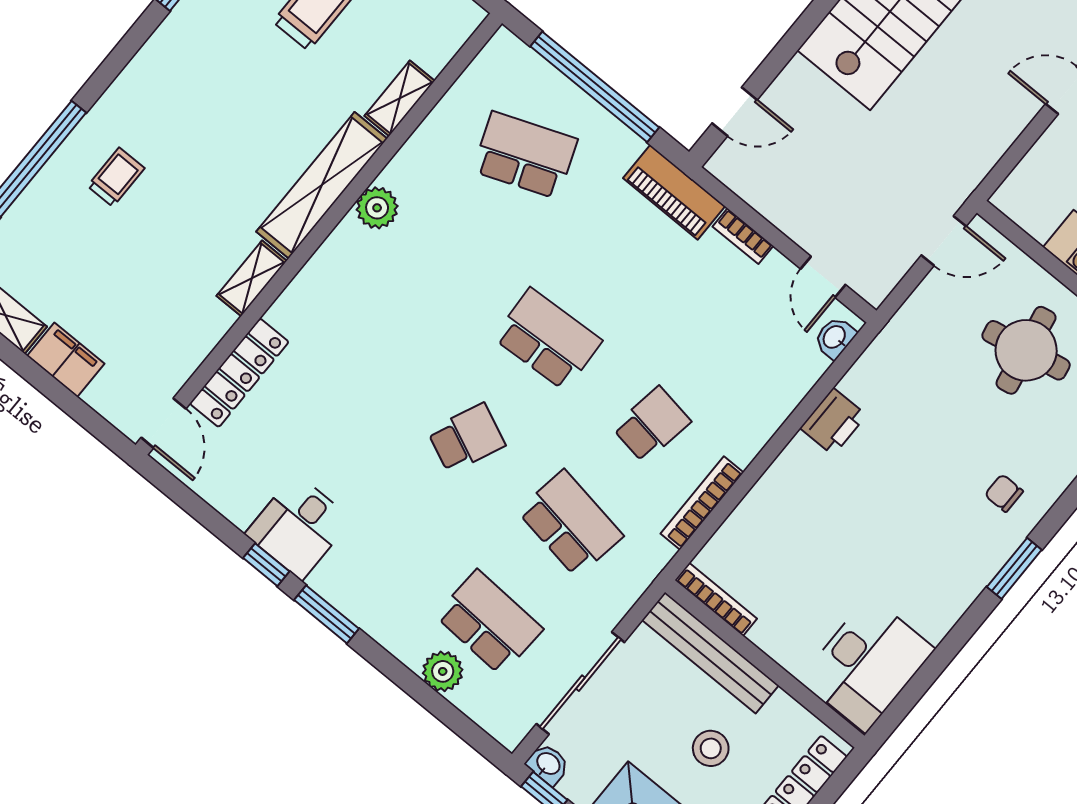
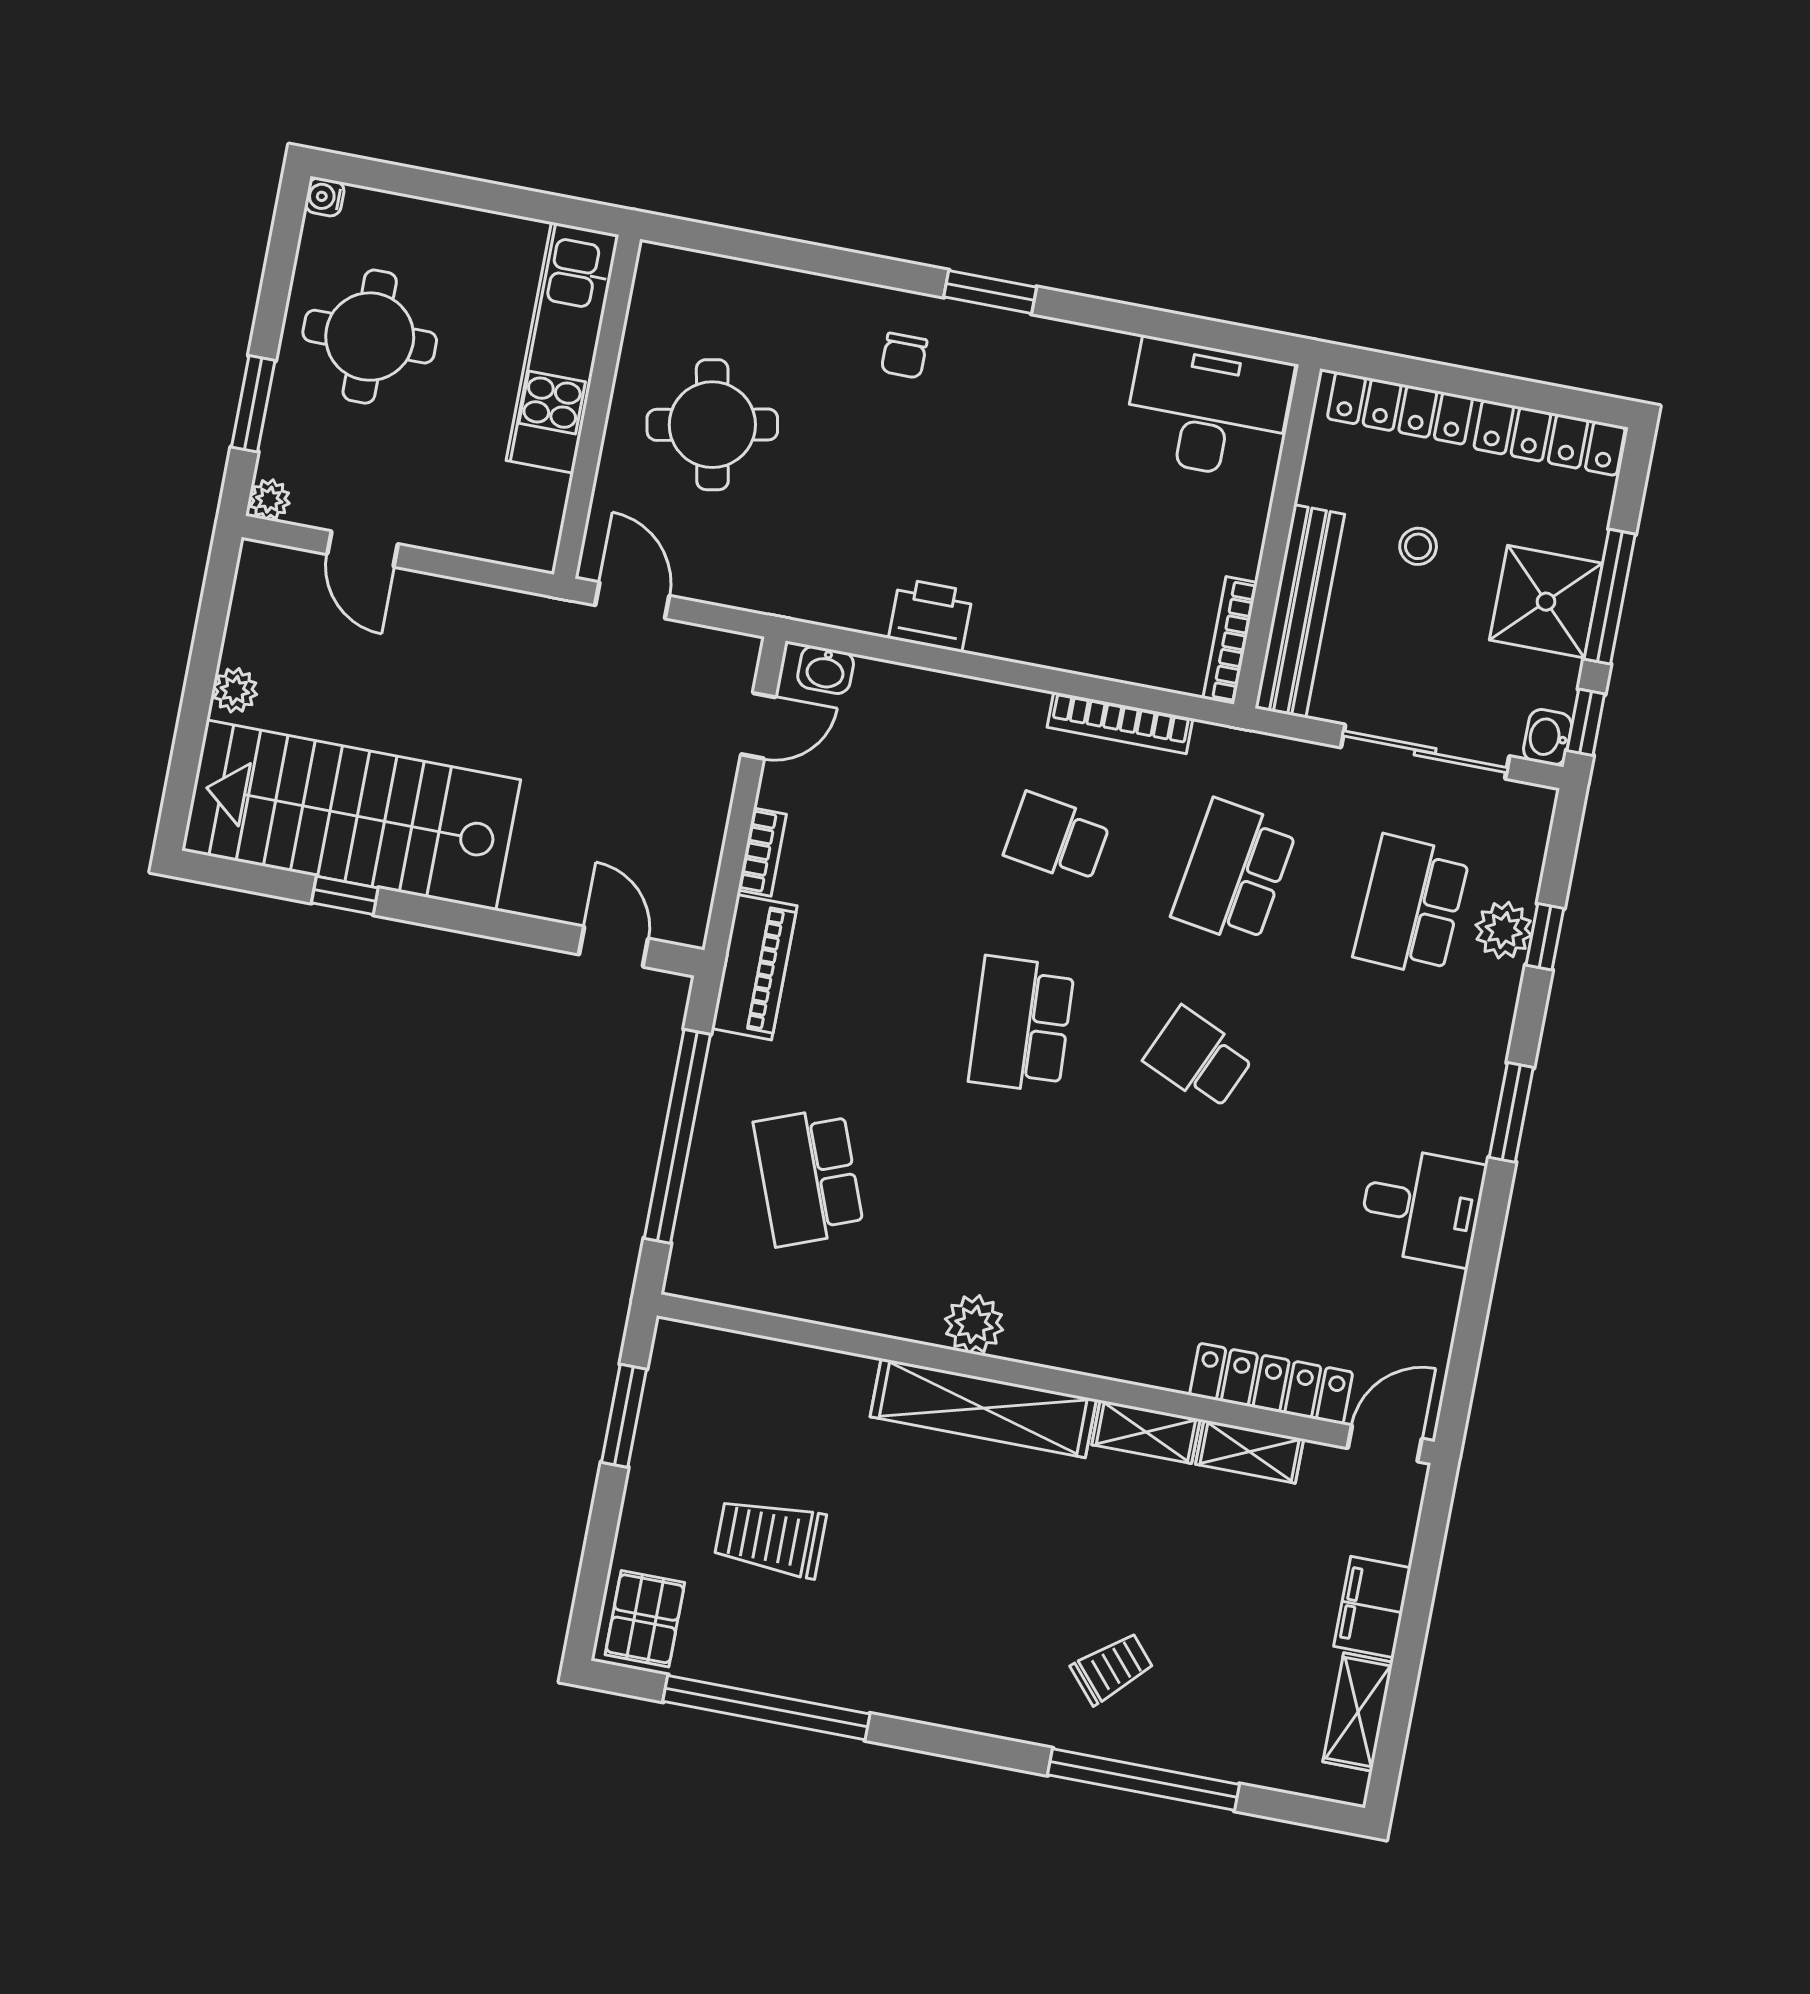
shelving: (400, 98) -> (1250, 1452), moved
trolley: (116, 177) -> (1112, 1668), turned 139
window: (266, 565) -> (1545, 937), moved
stool: (711, 748) -> (1418, 546), width x0.73, depth x0.73

